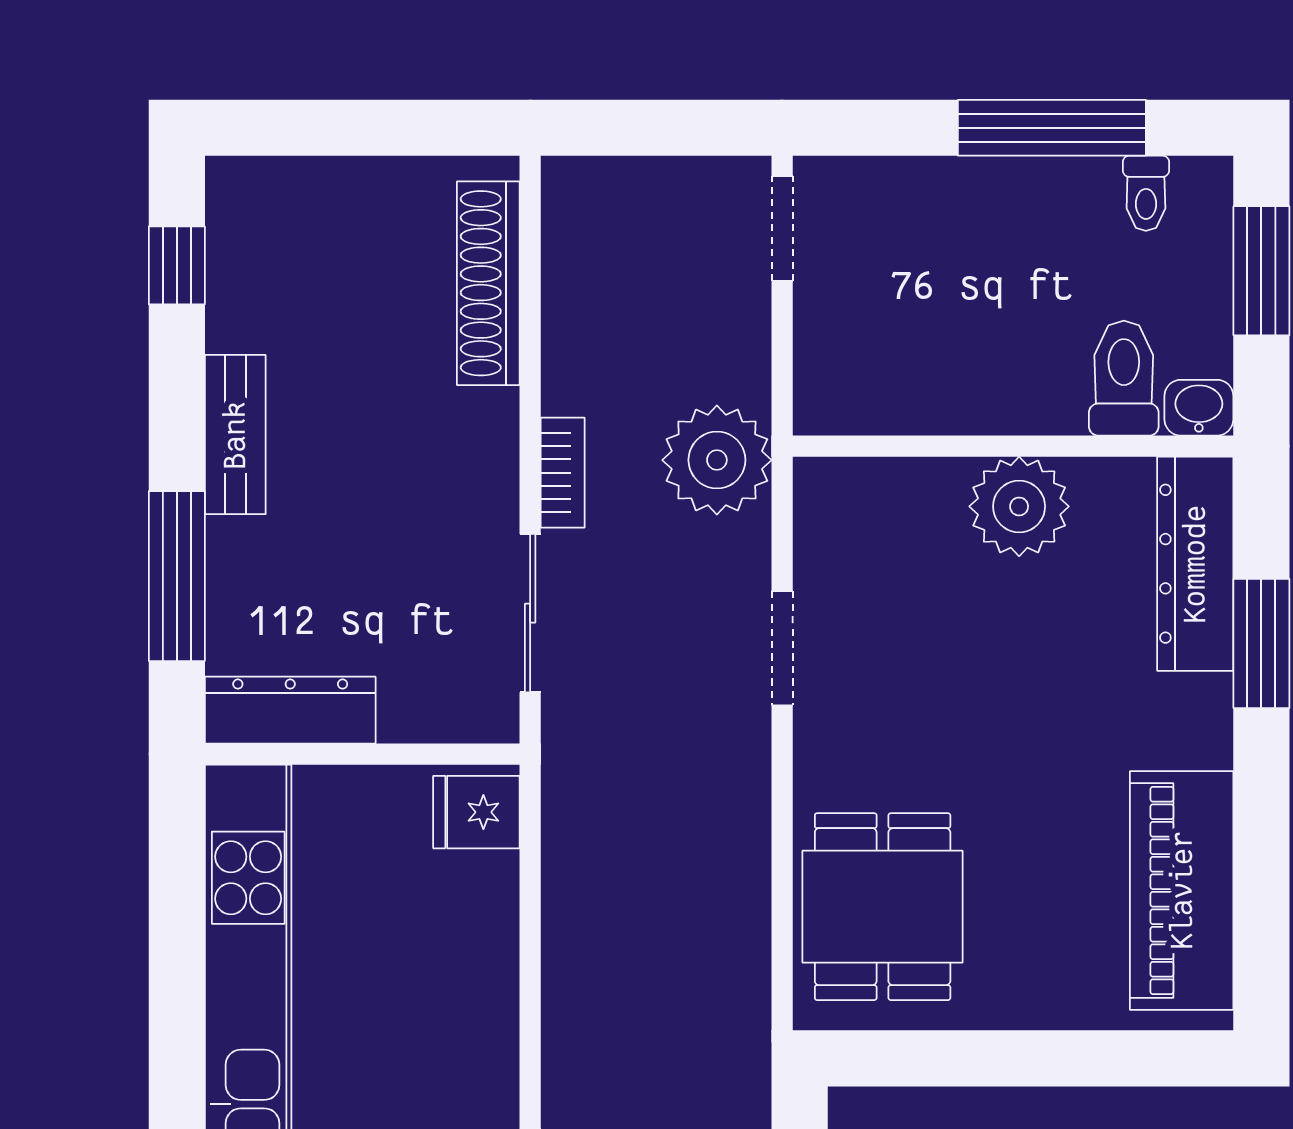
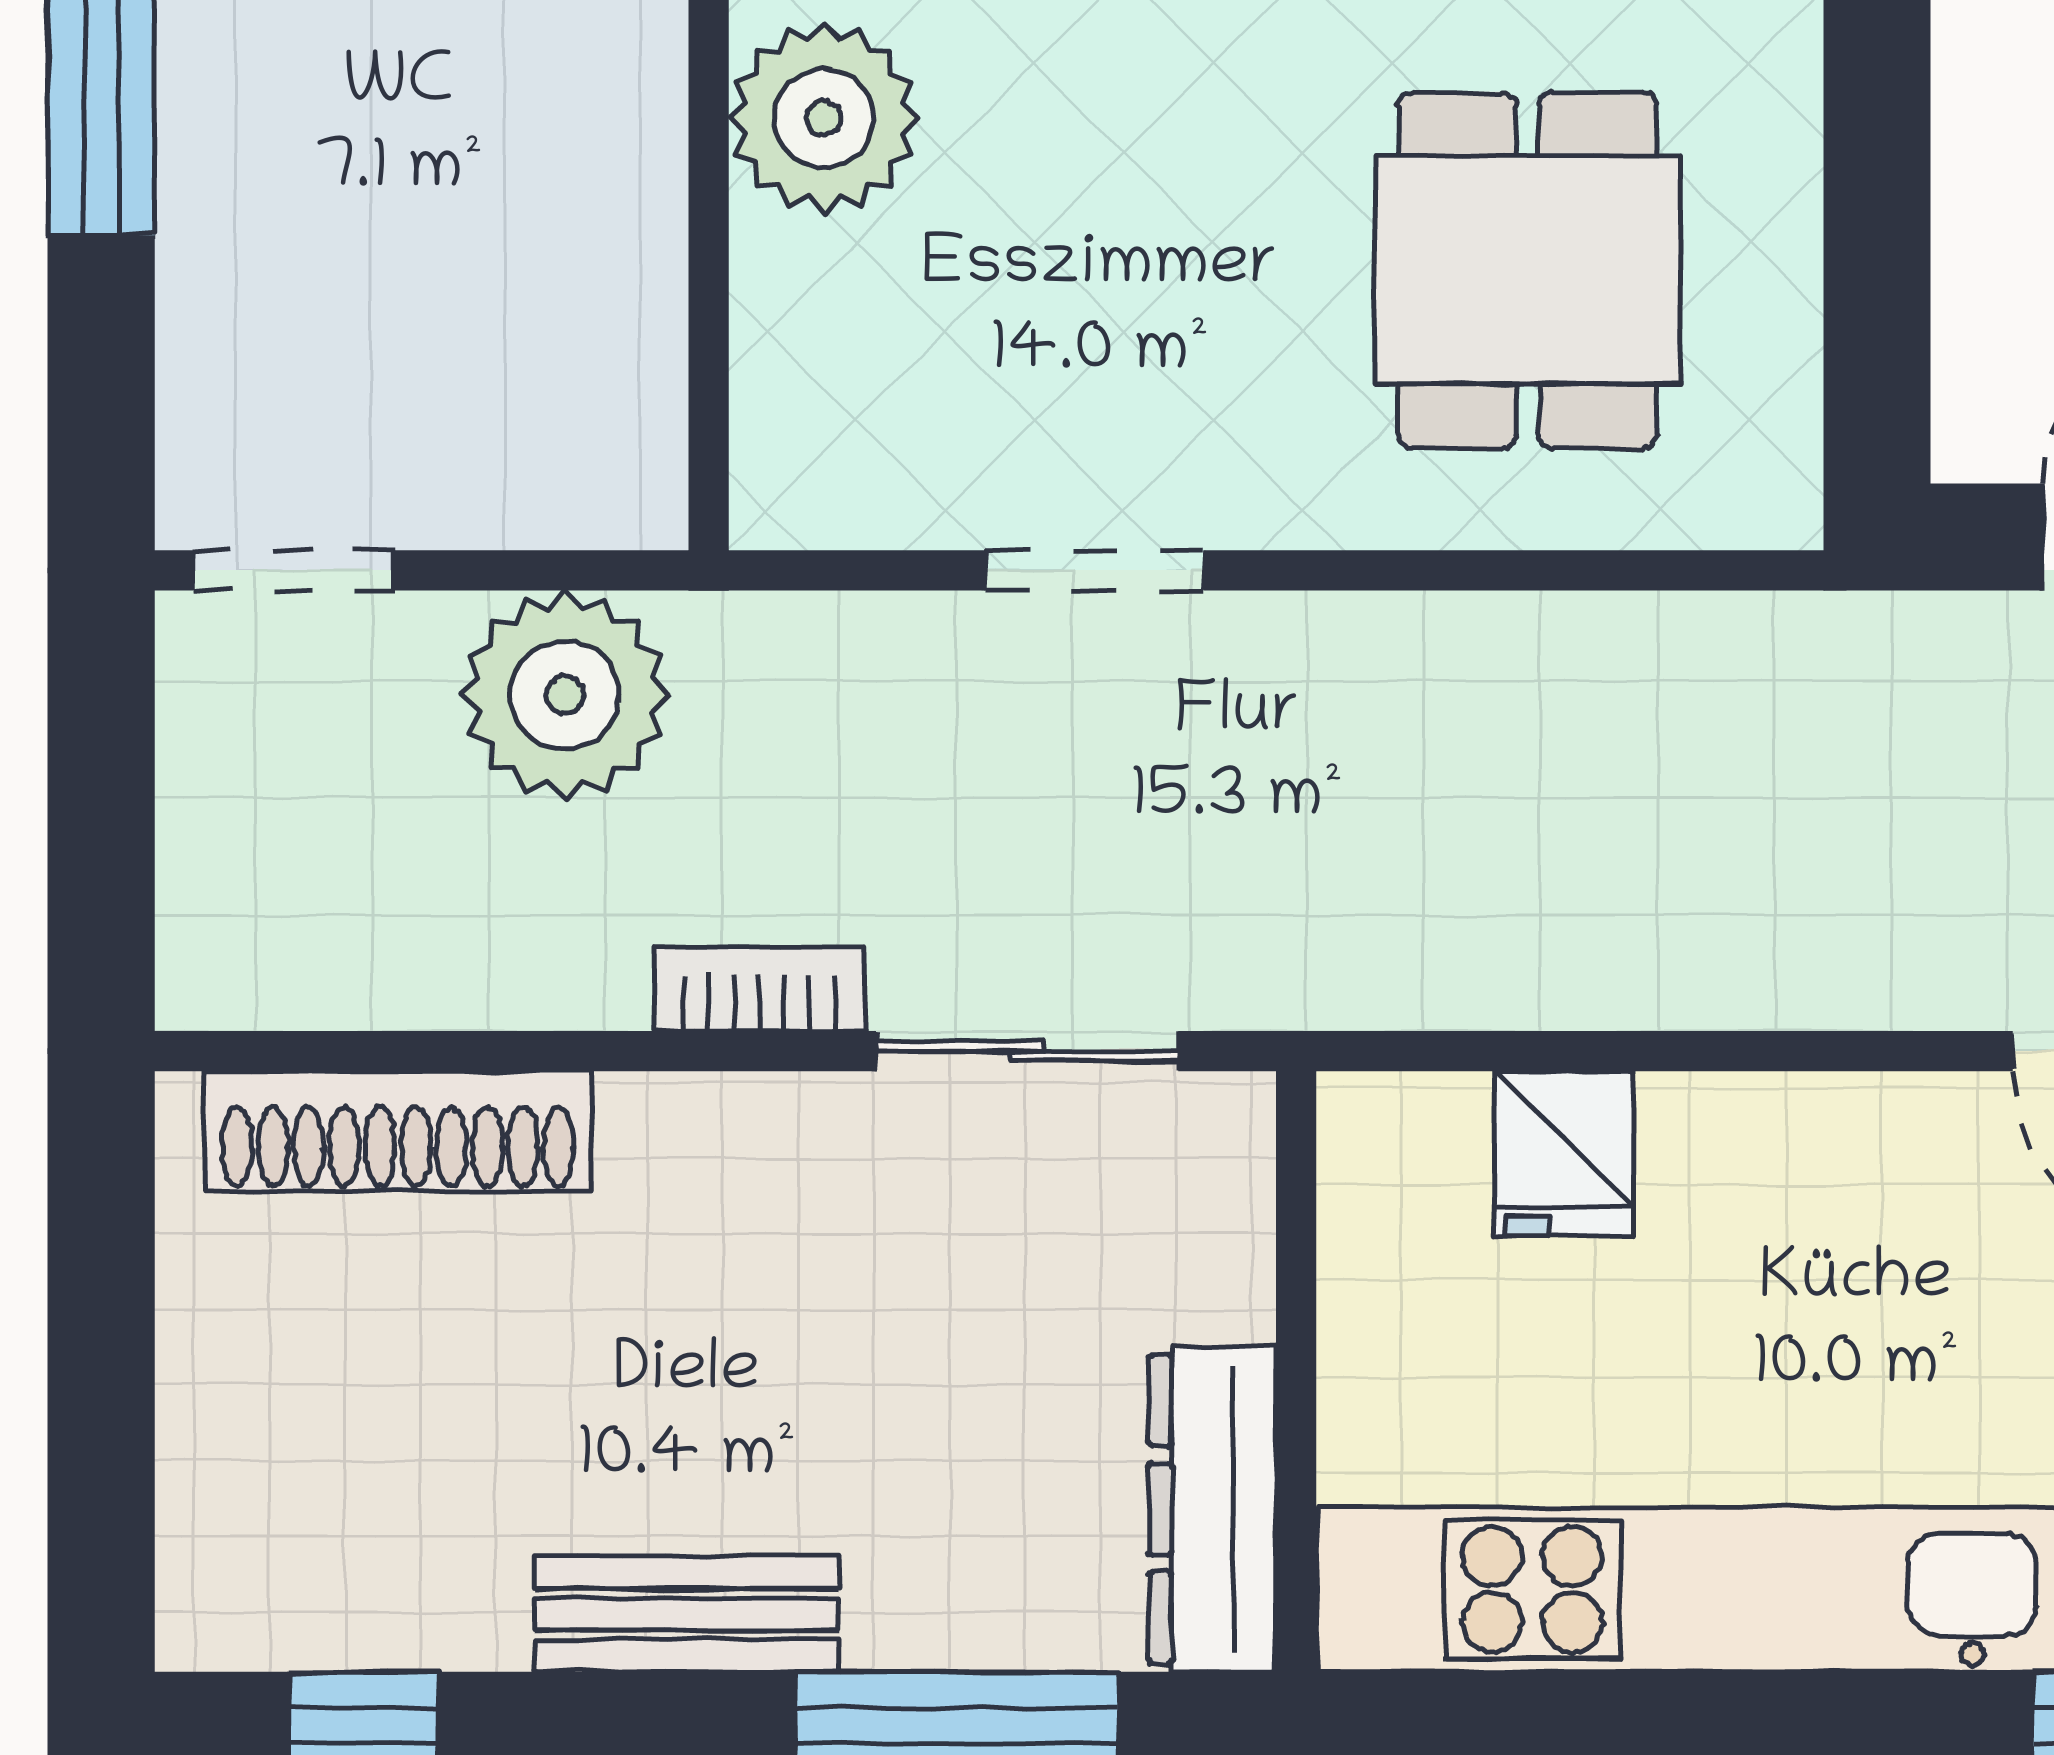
plant: (717, 460) -> (565, 695), moved
fridge: (476, 812) -> (1564, 1154), moved
dining table: (883, 907) -> (1528, 270), moved, turned 90

